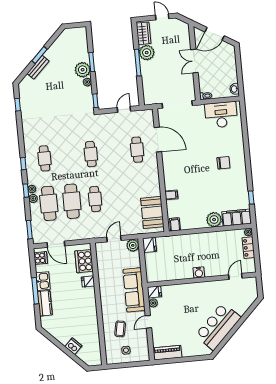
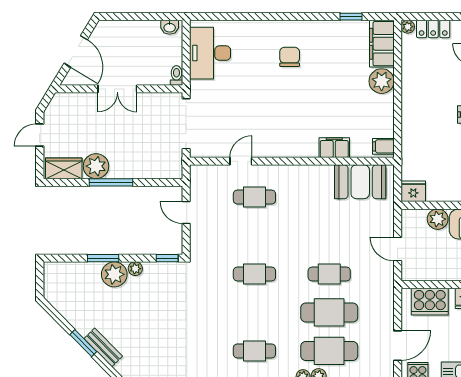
door: (158, 139) -> (241, 161), width x0.53
filing cabinet: (171, 195) -> (334, 148), width x2.00
plant: (133, 245) -> (438, 219), moved

